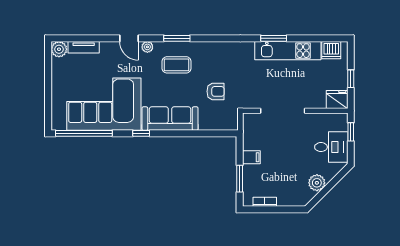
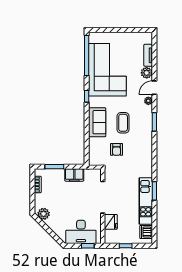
plant: (59, 49) -> (147, 73), moved
coffee table: (177, 65) -> (123, 123), moved
fridge: (337, 99) -> (111, 222), moved
sofa: (170, 119) -> (97, 122), width x0.73
desk: (331, 147) -> (81, 232), width x1.37
filing cabinet: (251, 157) -> (74, 175), width x2.00
plant: (317, 183) -> (44, 214), moved

